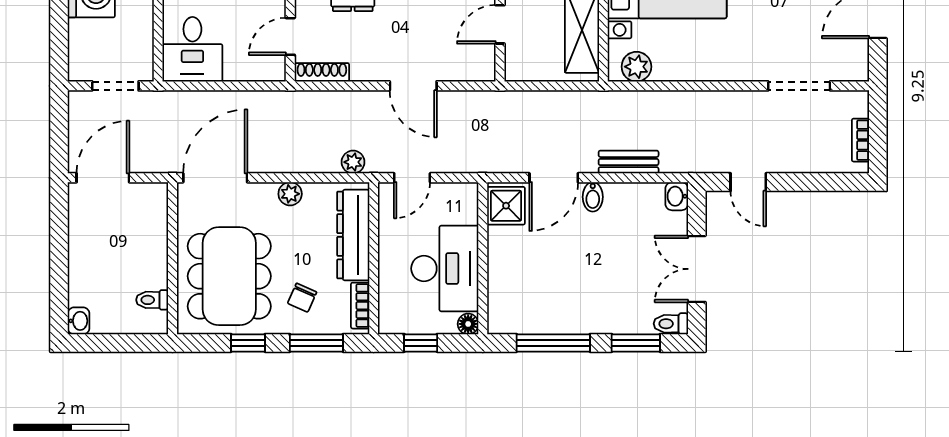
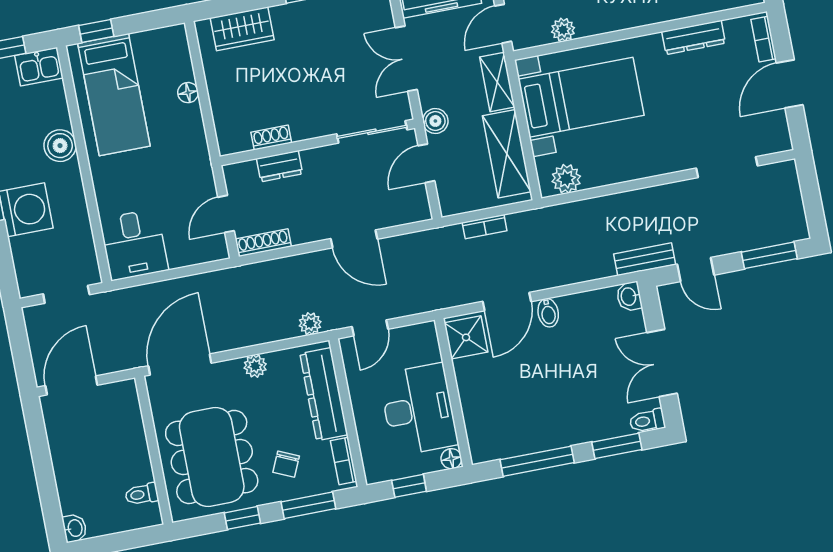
bookcase: (860, 140) -> (485, 227), moved, turned -90
bench: (629, 162) -> (645, 259), moved
window: (824, 182) -> (769, 255), added

